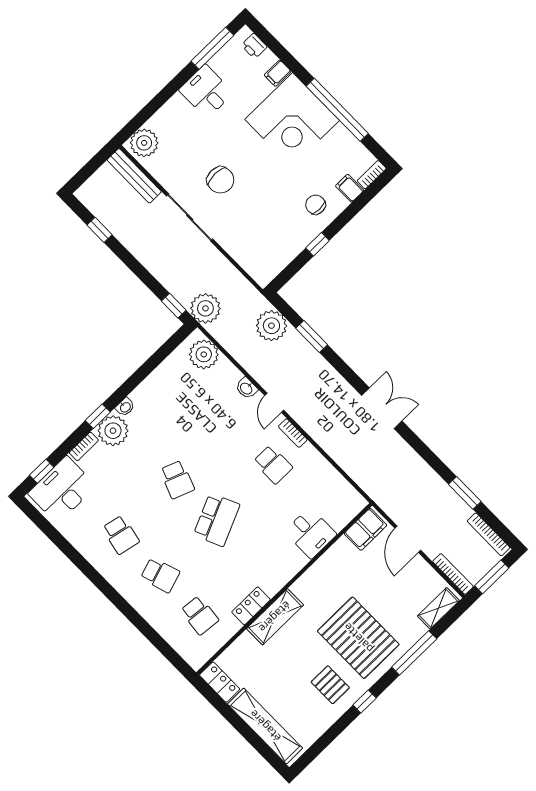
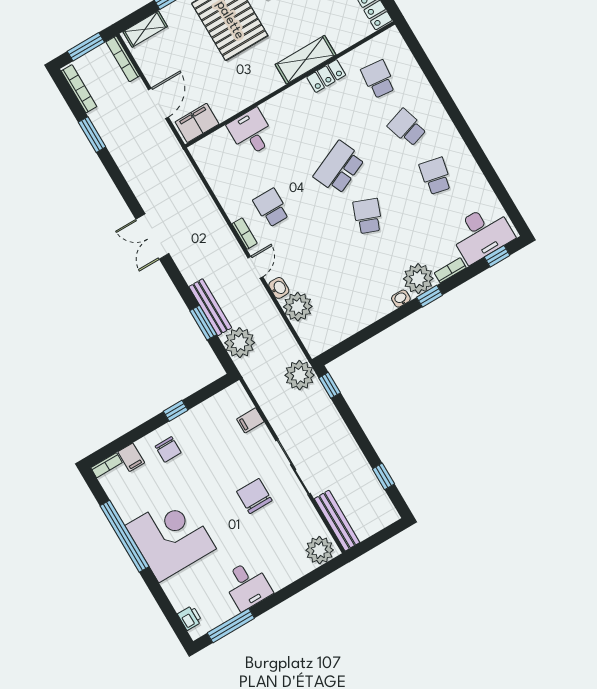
filing cabinet: (278, 73) -> (250, 420), moved, turned 180
bench: (309, 353) -> (210, 307), added
plant: (204, 354) -> (298, 307), moved

